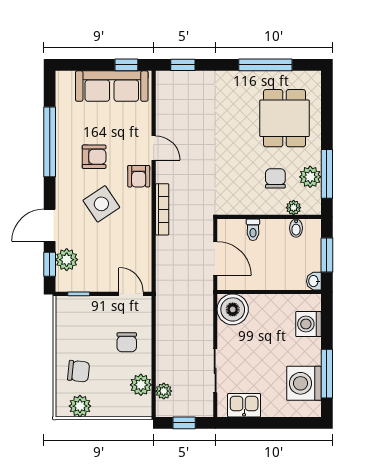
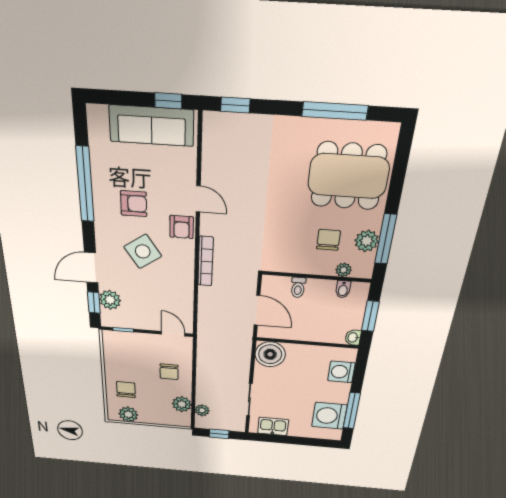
dining table: (285, 118) -> (348, 176), width x1.38
chair: (79, 371) -> (126, 390), turned -96

